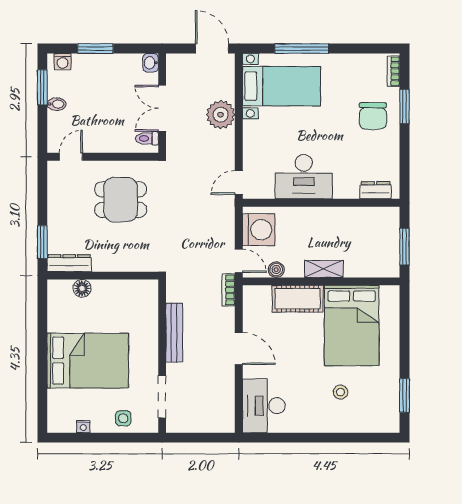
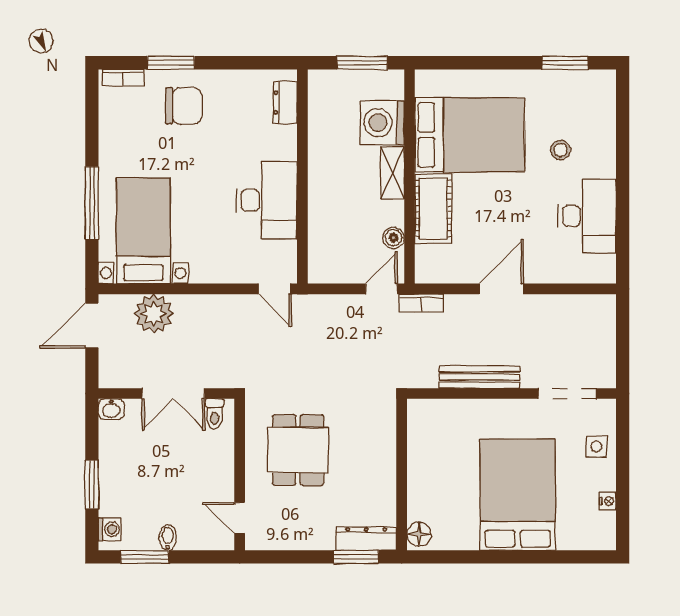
plant: (221, 115) -> (154, 314), moved
washing machine: (259, 230) -> (382, 123), moved, turned -90
dresser: (69, 263) -> (366, 539), moved, turned 90
floor lamp: (82, 288) -> (419, 534), moved
desk: (264, 406) -> (587, 216), moved, turned -90

